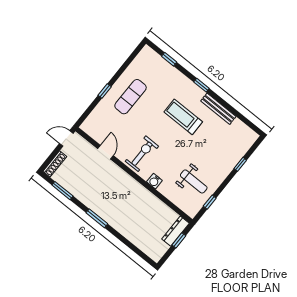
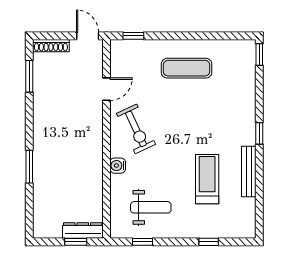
window: (169, 59) -> (259, 54), moved
window: (105, 91) -> (133, 36), moved
treadmill: (183, 117) -> (207, 179), moved
exercise bike: (142, 154) -> (136, 129), turned 65
weight bench: (194, 181) -> (151, 207), turned -90
window: (97, 218) -> (29, 167), moved

